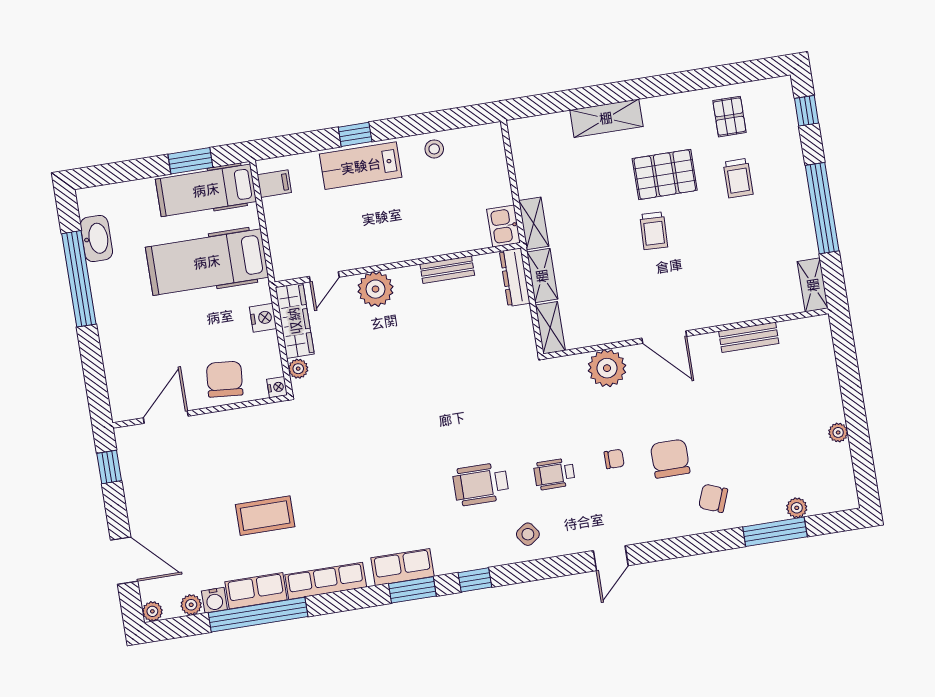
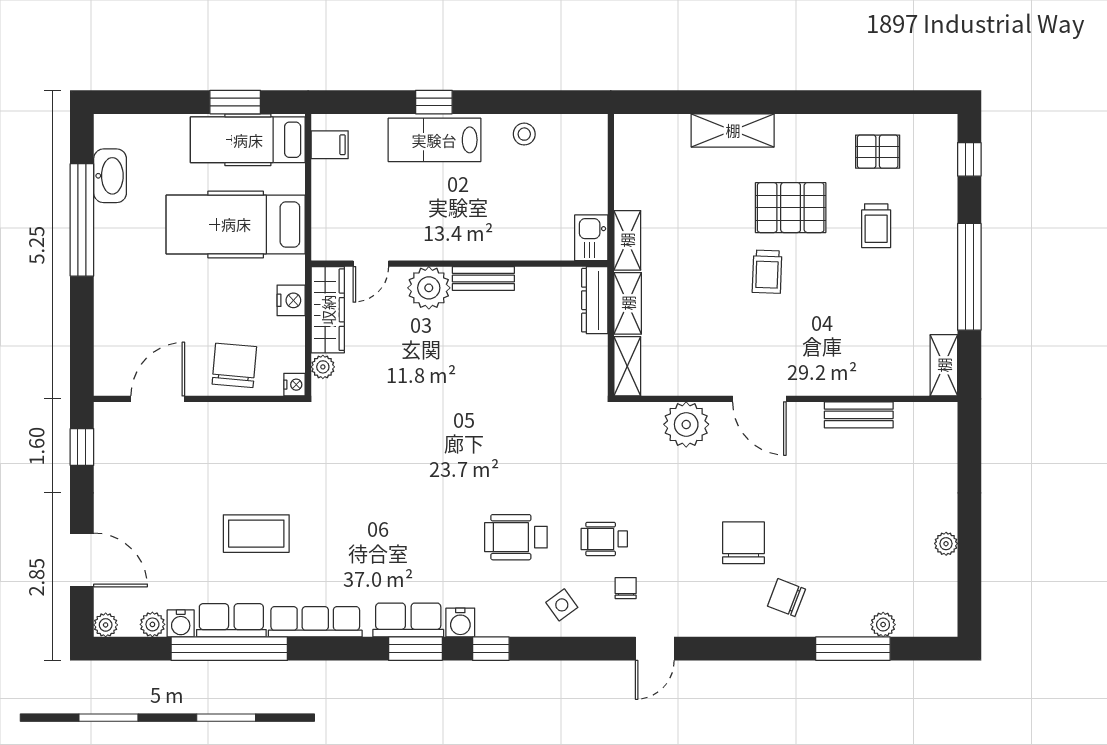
pallet: (729, 117) -> (878, 152), turned 90
bench: (447, 270) -> (483, 278), moved
chair: (614, 459) -> (626, 588), moved, turned -90
water cooler: (446, 562) -> (460, 622), added

